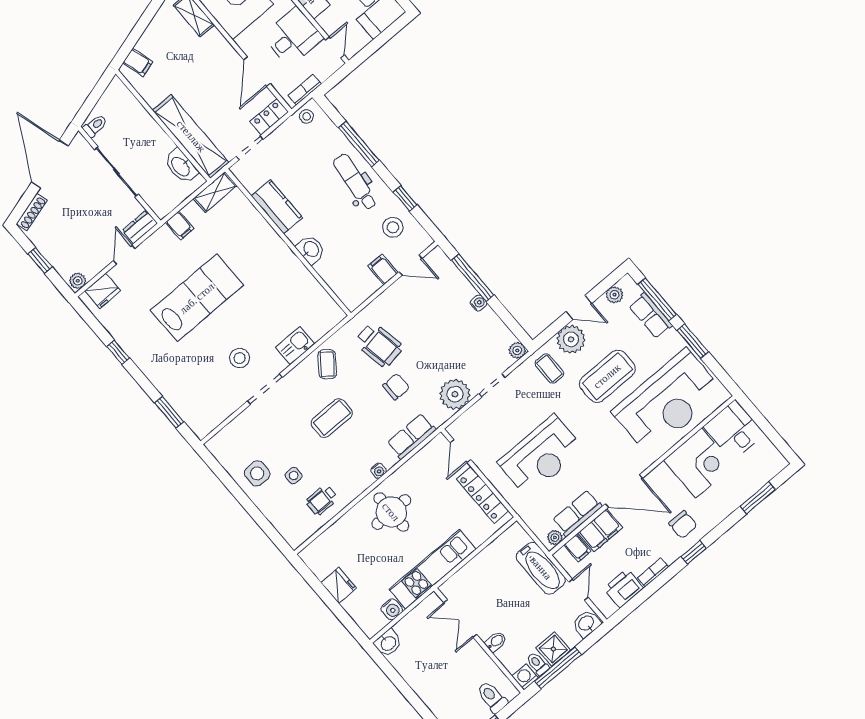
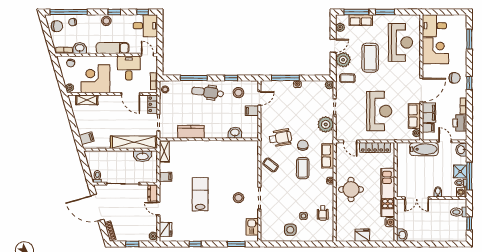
washbasin: (311, 249) -> (235, 133), moved
lab bench: (197, 298) -> (200, 194), width x0.73, depth x0.72
kitchen sink: (295, 346) -> (252, 227), moved
reception desk: (667, 402) -> (401, 42), width x0.74, depth x0.77
coffee table: (332, 418) -> (303, 168), moved

